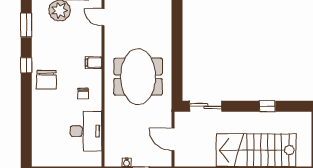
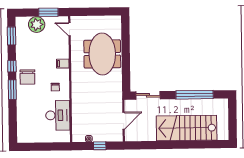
meeting table: (138, 77) -> (102, 54), moved
window: (26, 96) -> (12, 90), added
window: (267, 106) -> (195, 95), width x3.17
door: (173, 139) -> (124, 121), swing flipped

